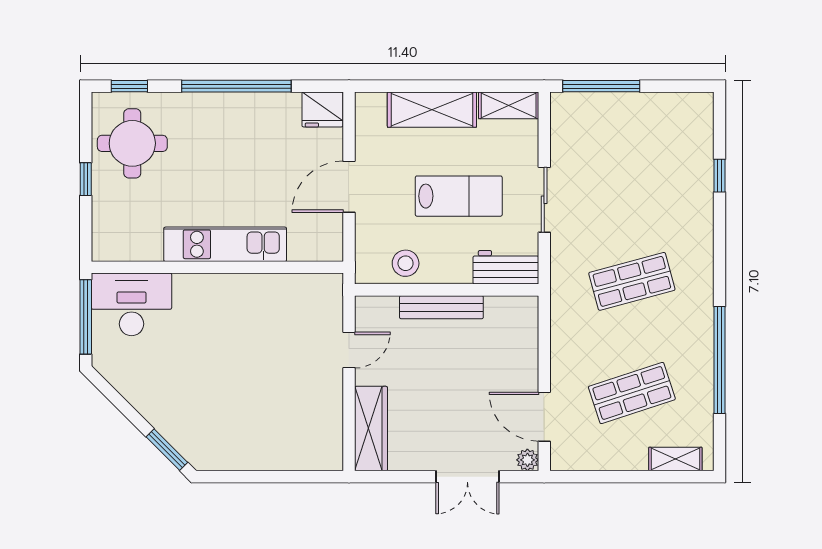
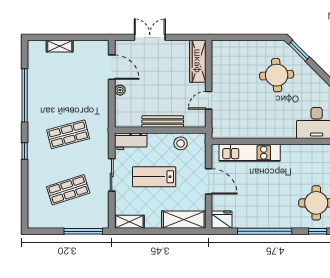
shelving: (432, 110) -> (184, 220), moved
window: (720, 176) -> (25, 151), moved
door: (349, 187) -> (209, 181), hinge flipped
kitchen unit: (225, 244) -> (250, 153), moved
shop shelf: (632, 393) -> (68, 190), moved
round table: (212, 401) -> (277, 75), added
shelving: (675, 459) -> (60, 46), moved
plant: (527, 460) -> (120, 90), moved

